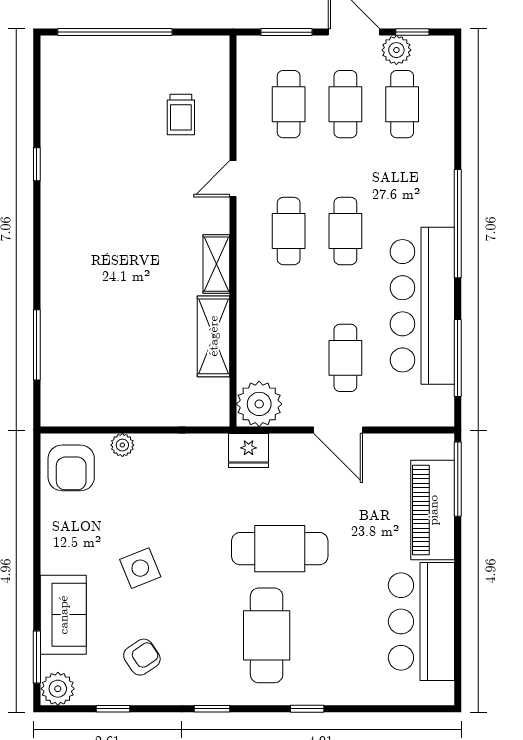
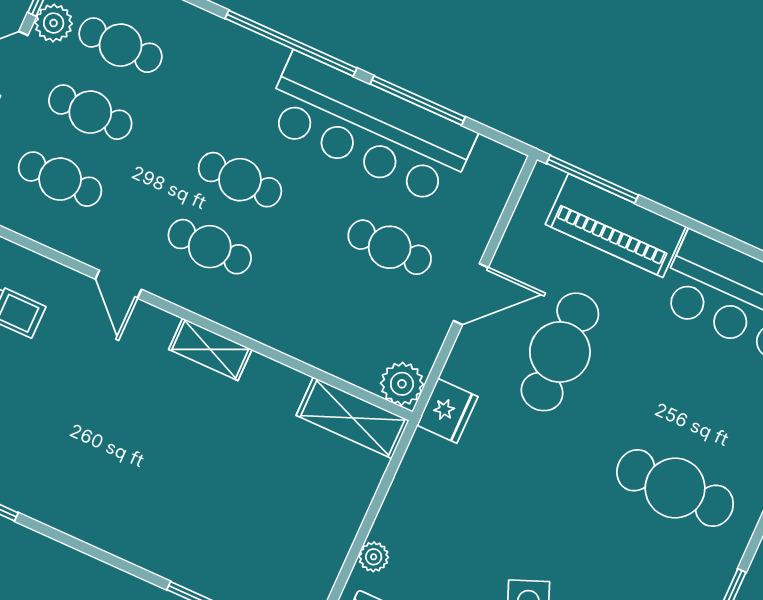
shelving: (213, 336) -> (353, 418), moved
window: (458, 358) -> (418, 100), moved
plant: (259, 404) -> (402, 384), width x0.73, depth x0.73
cafe table: (280, 549) -> (560, 352), moved

